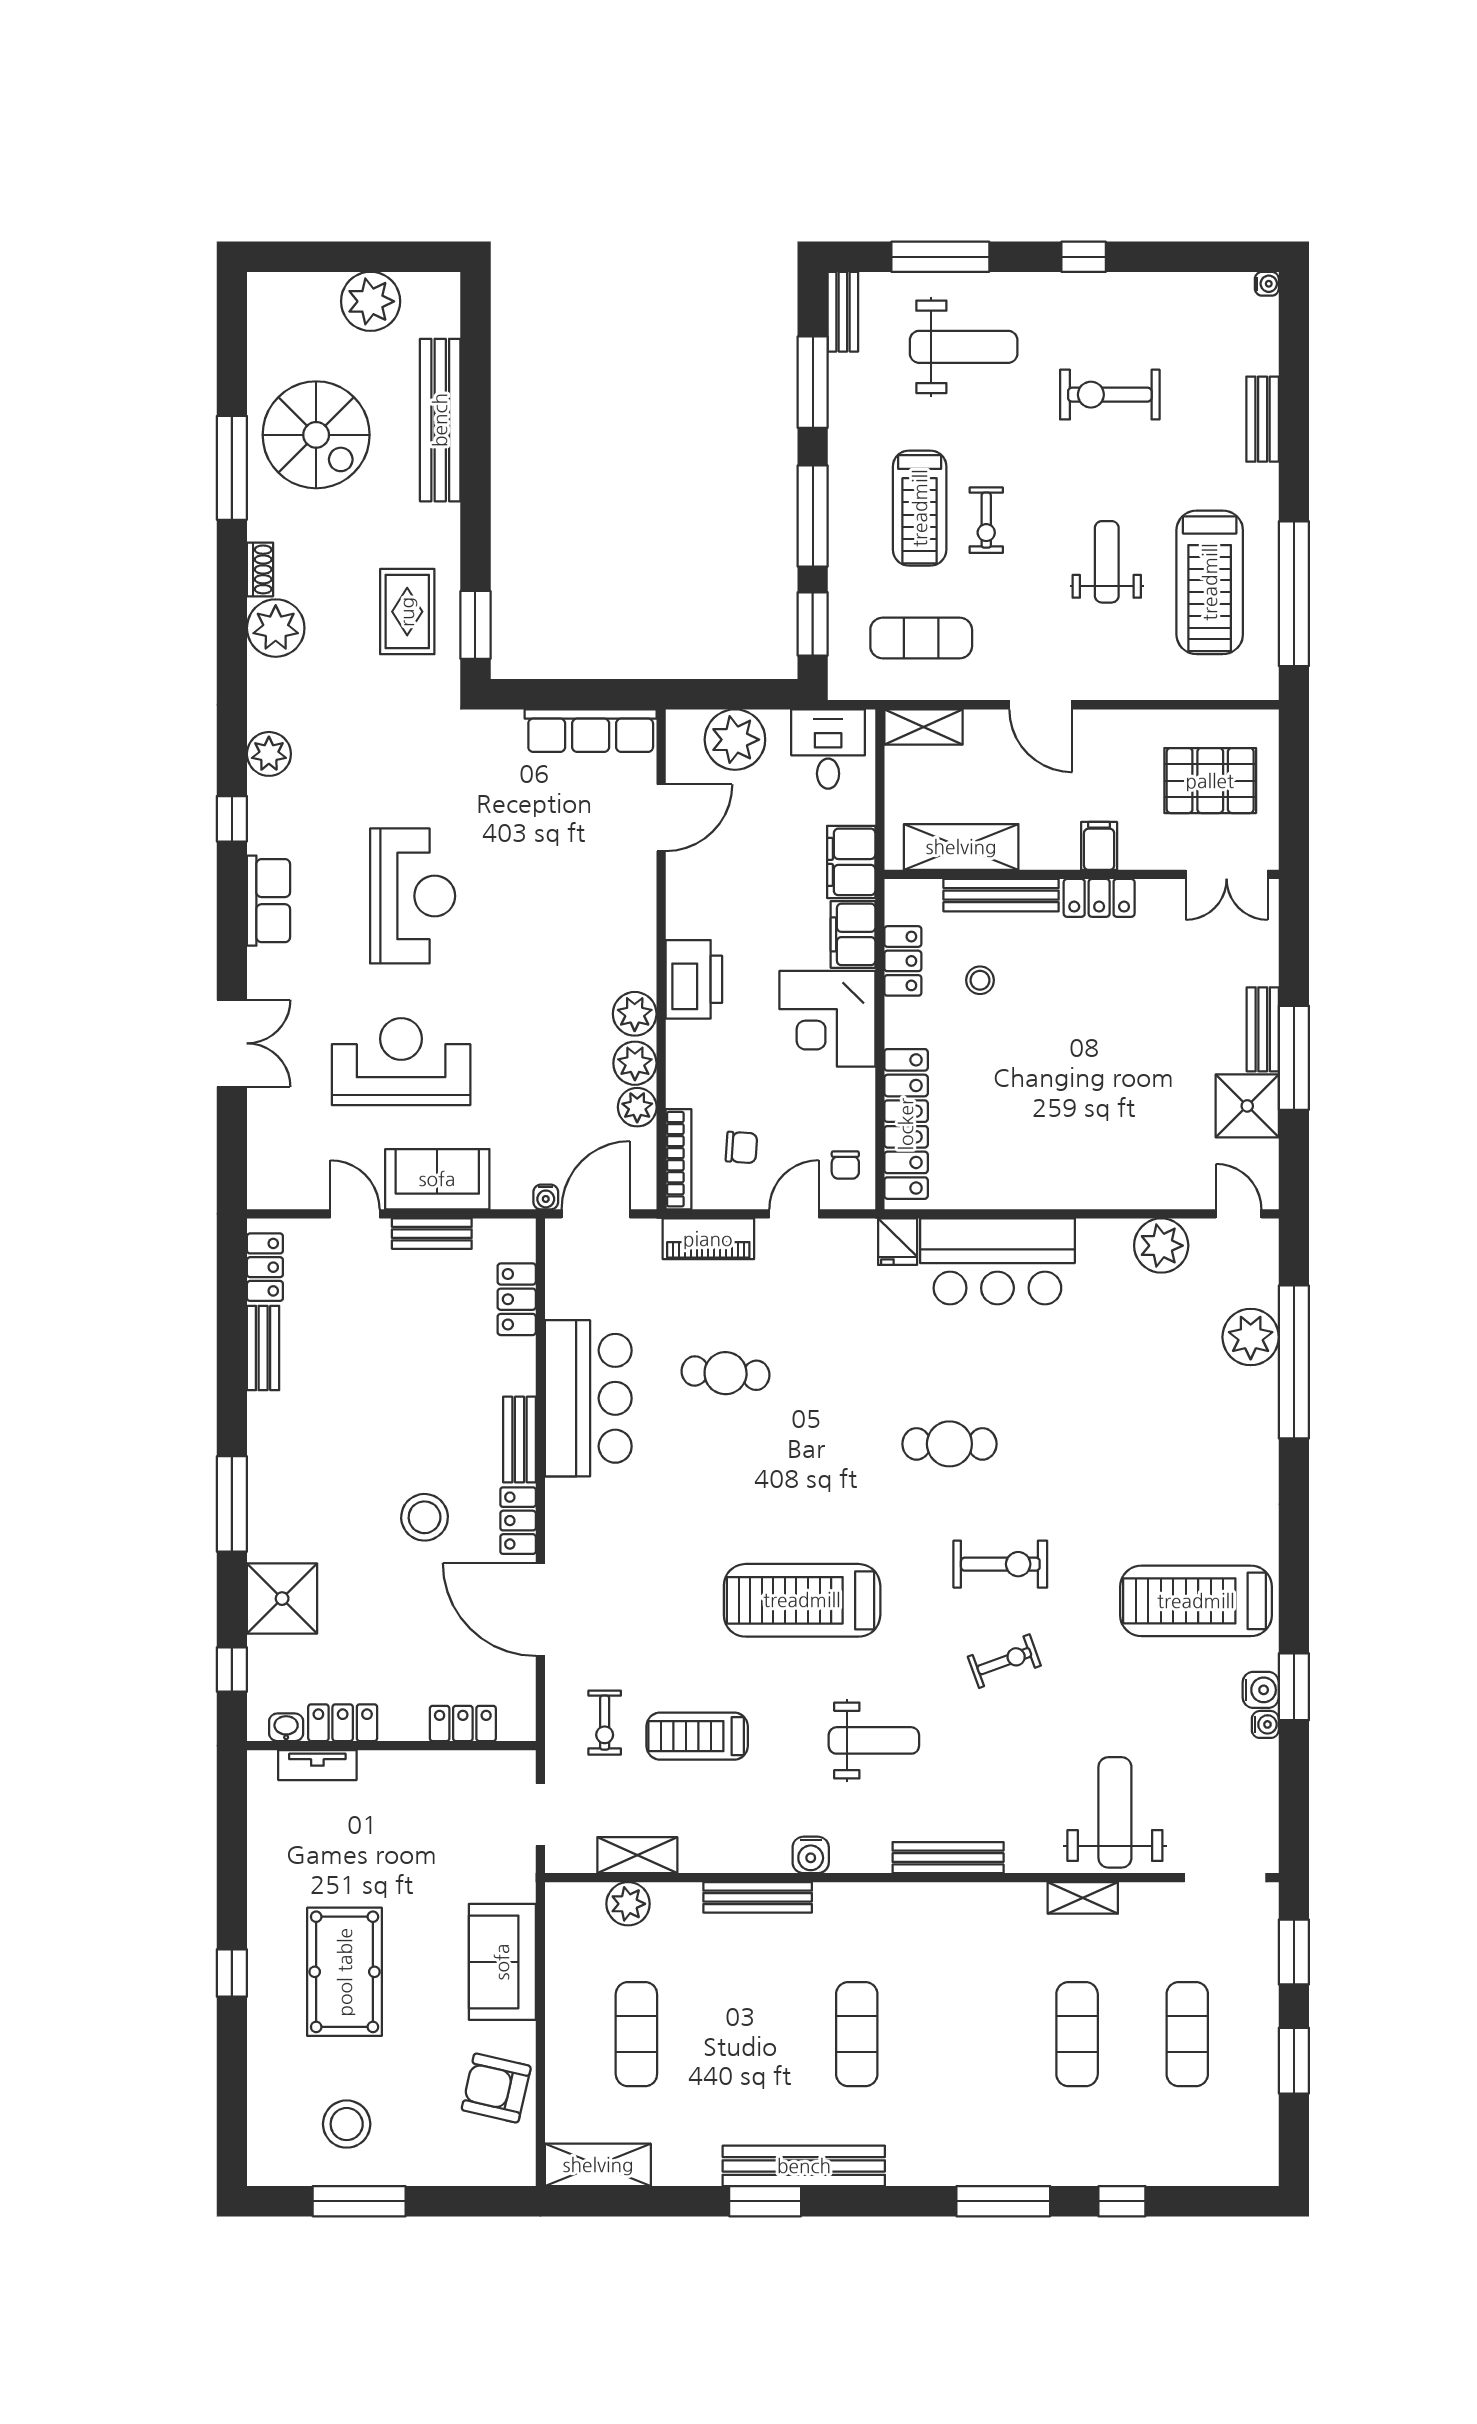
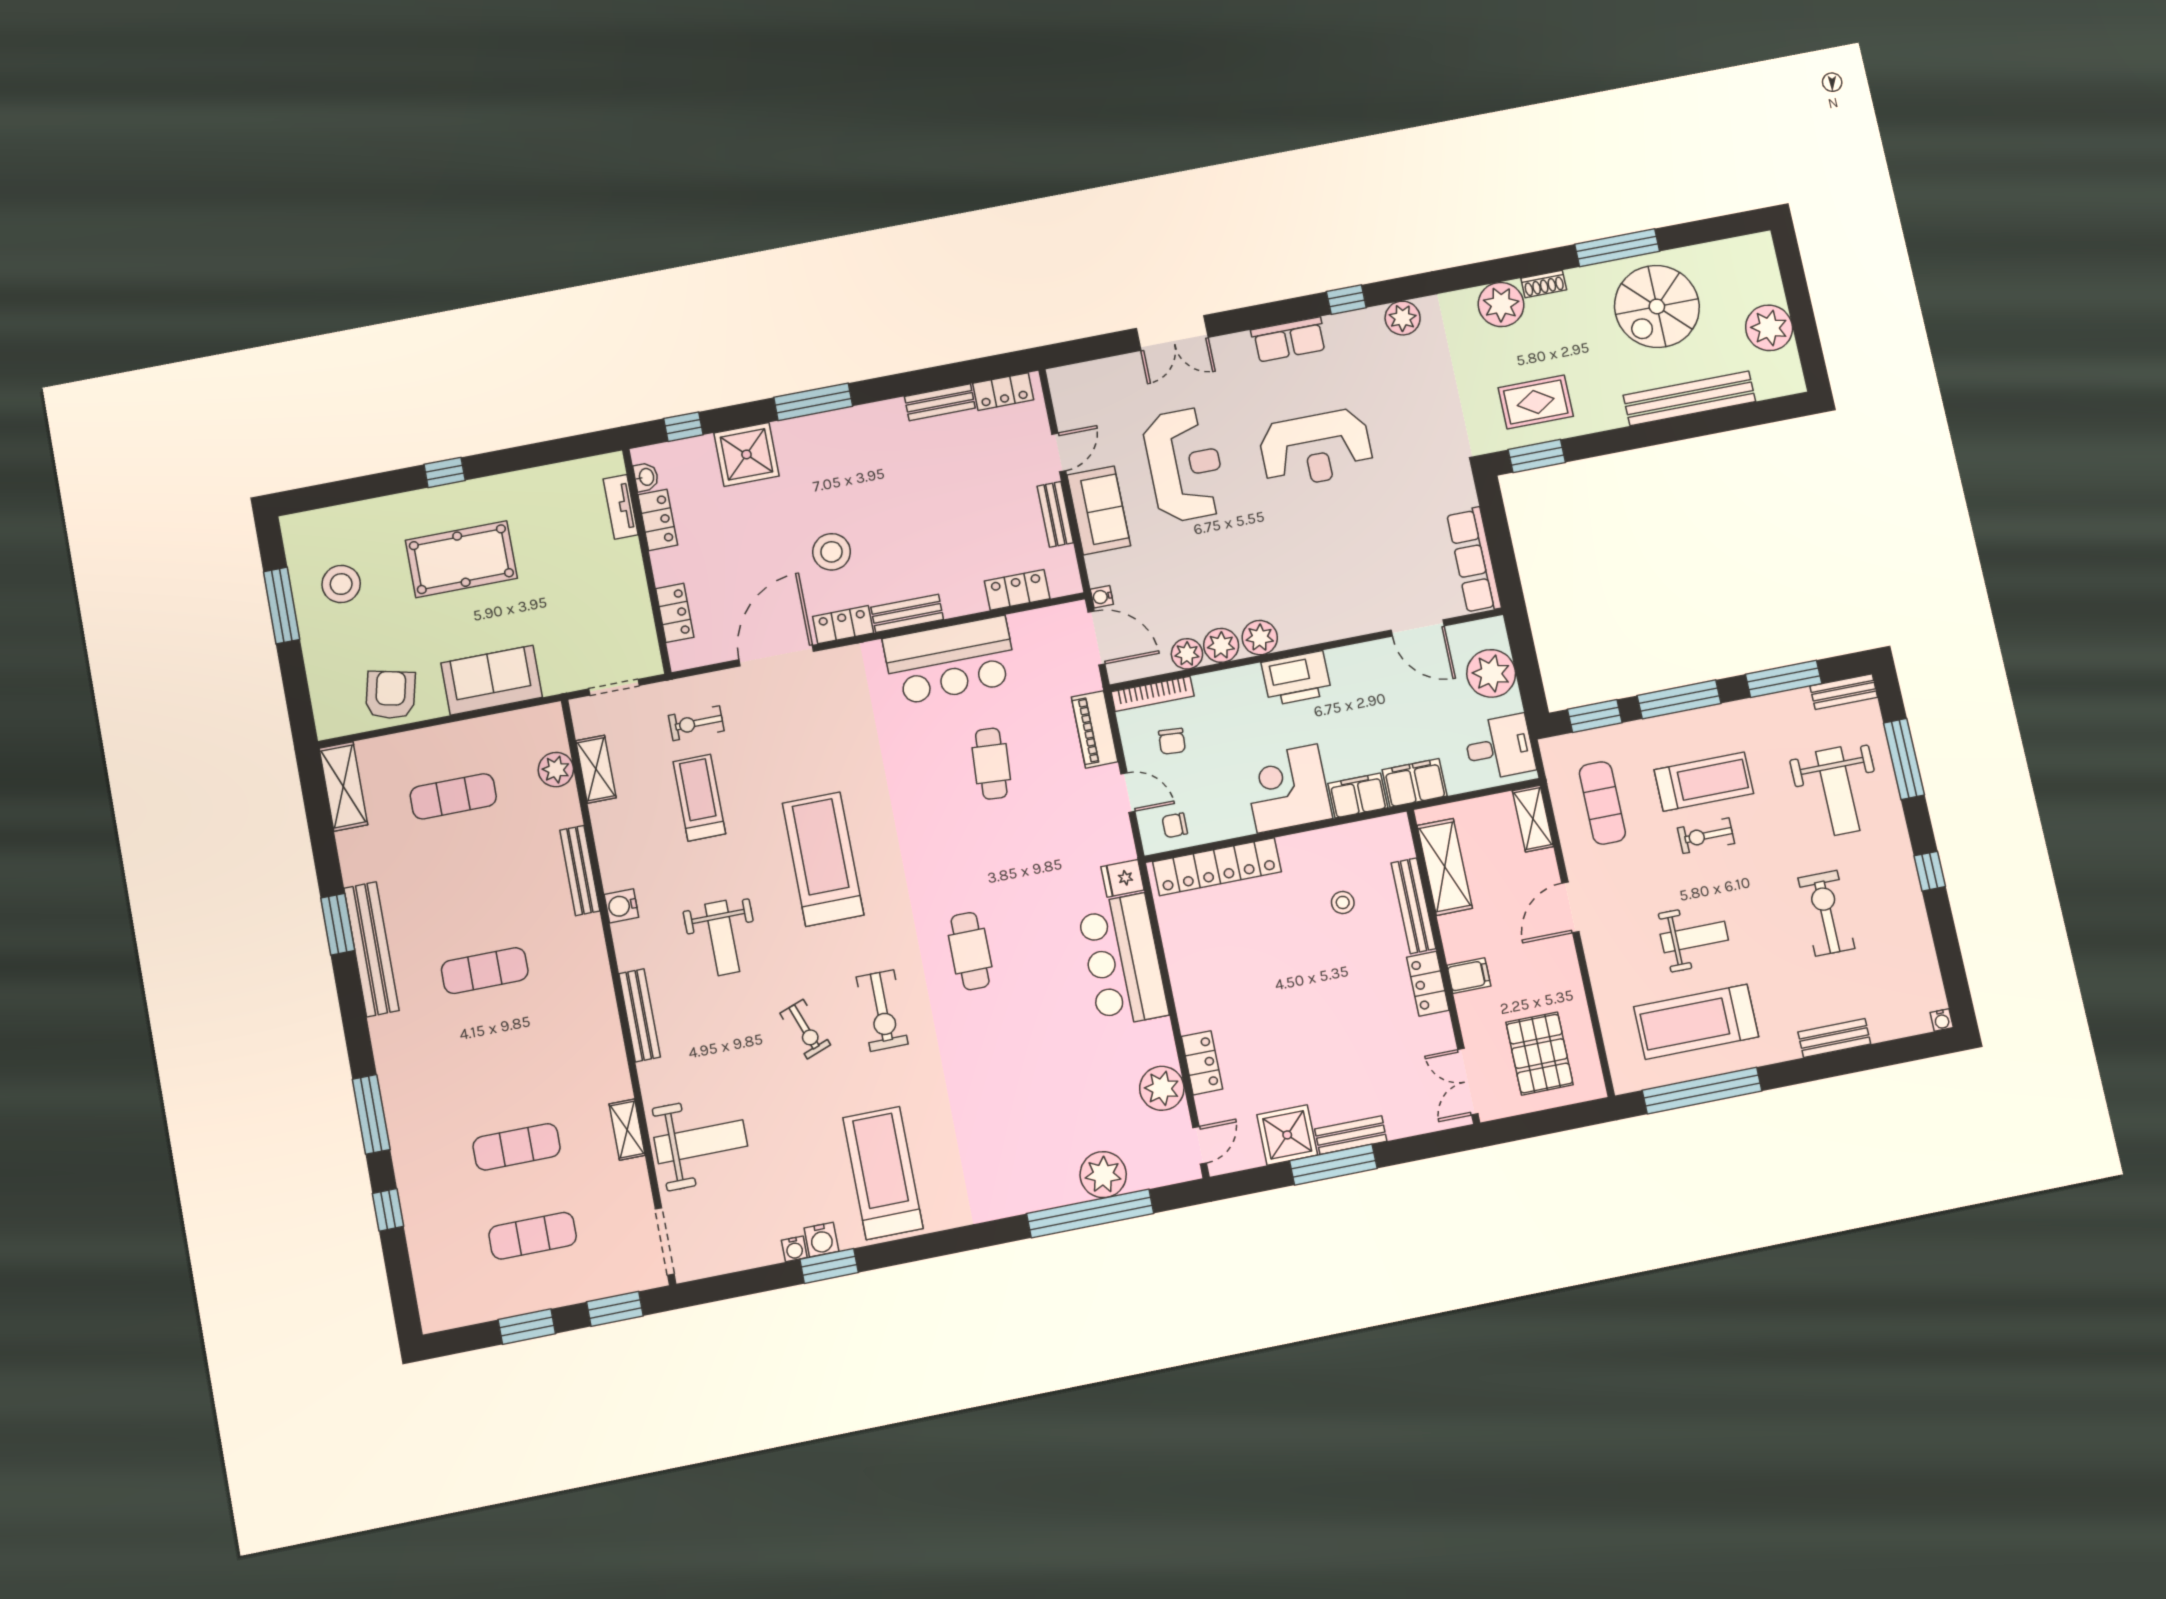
treadmill: (920, 508) -> (1704, 782), turned 180
locker: (903, 961) -> (1202, 1063), moved, turned -90

